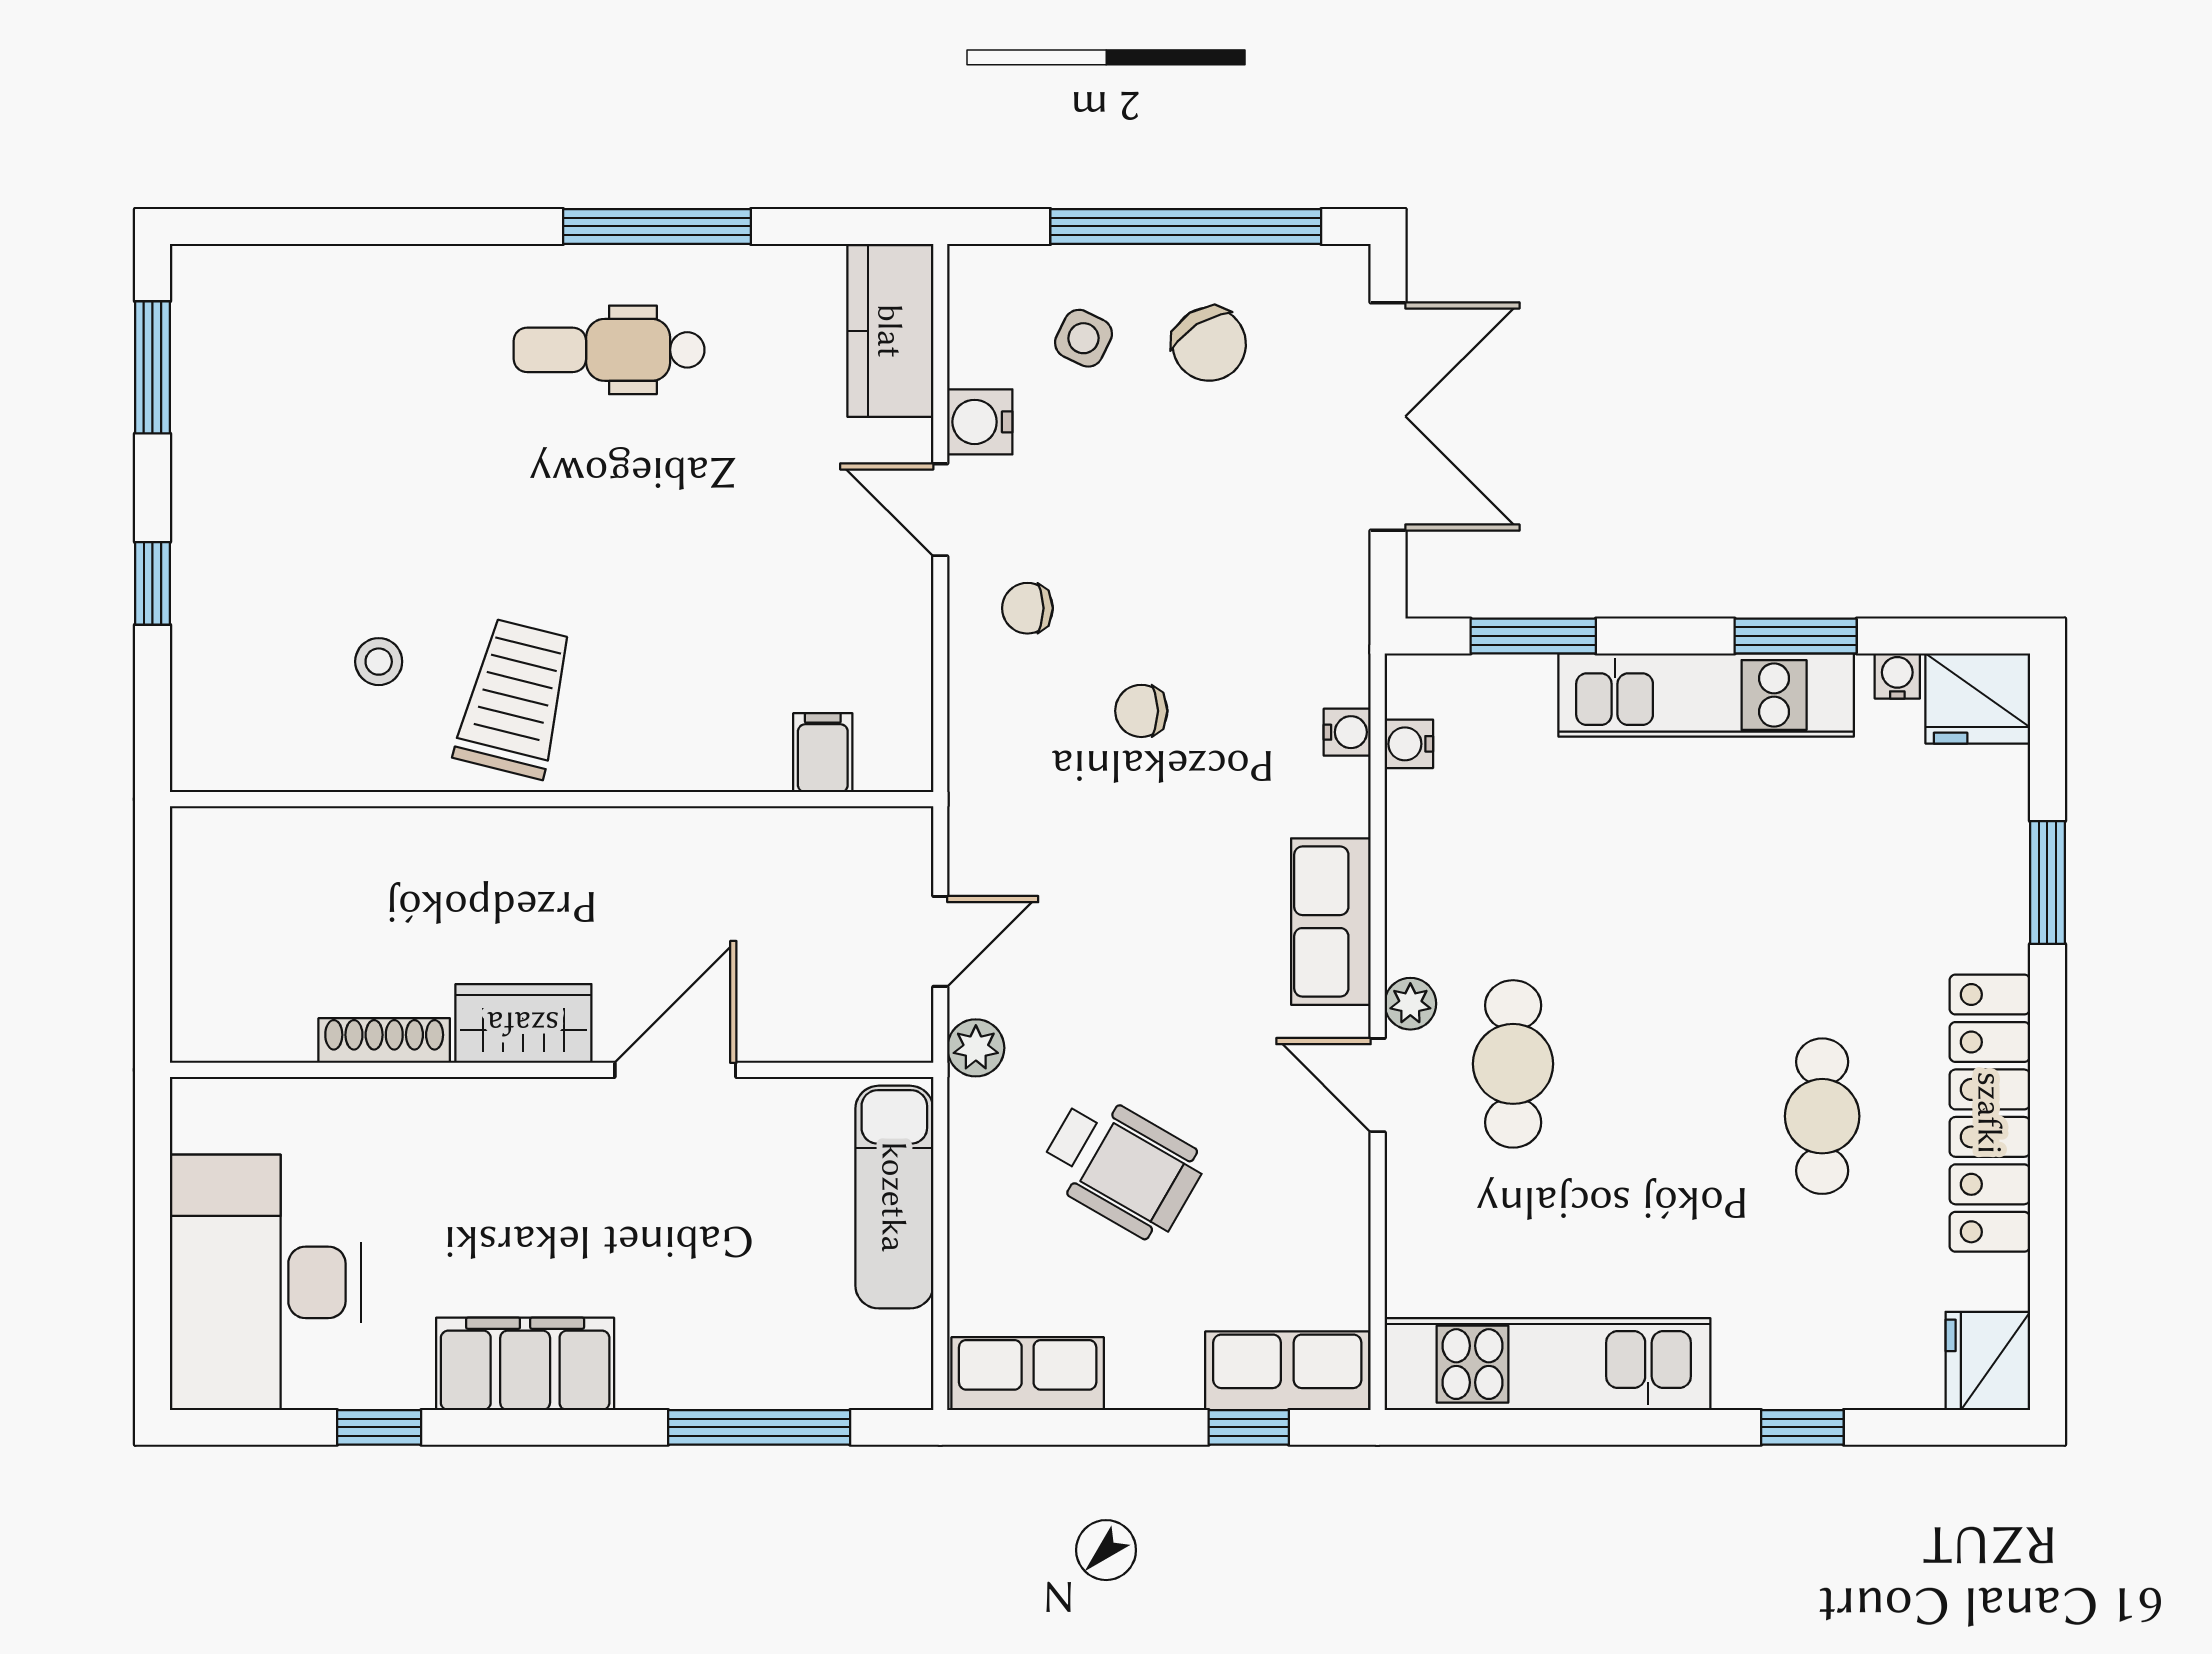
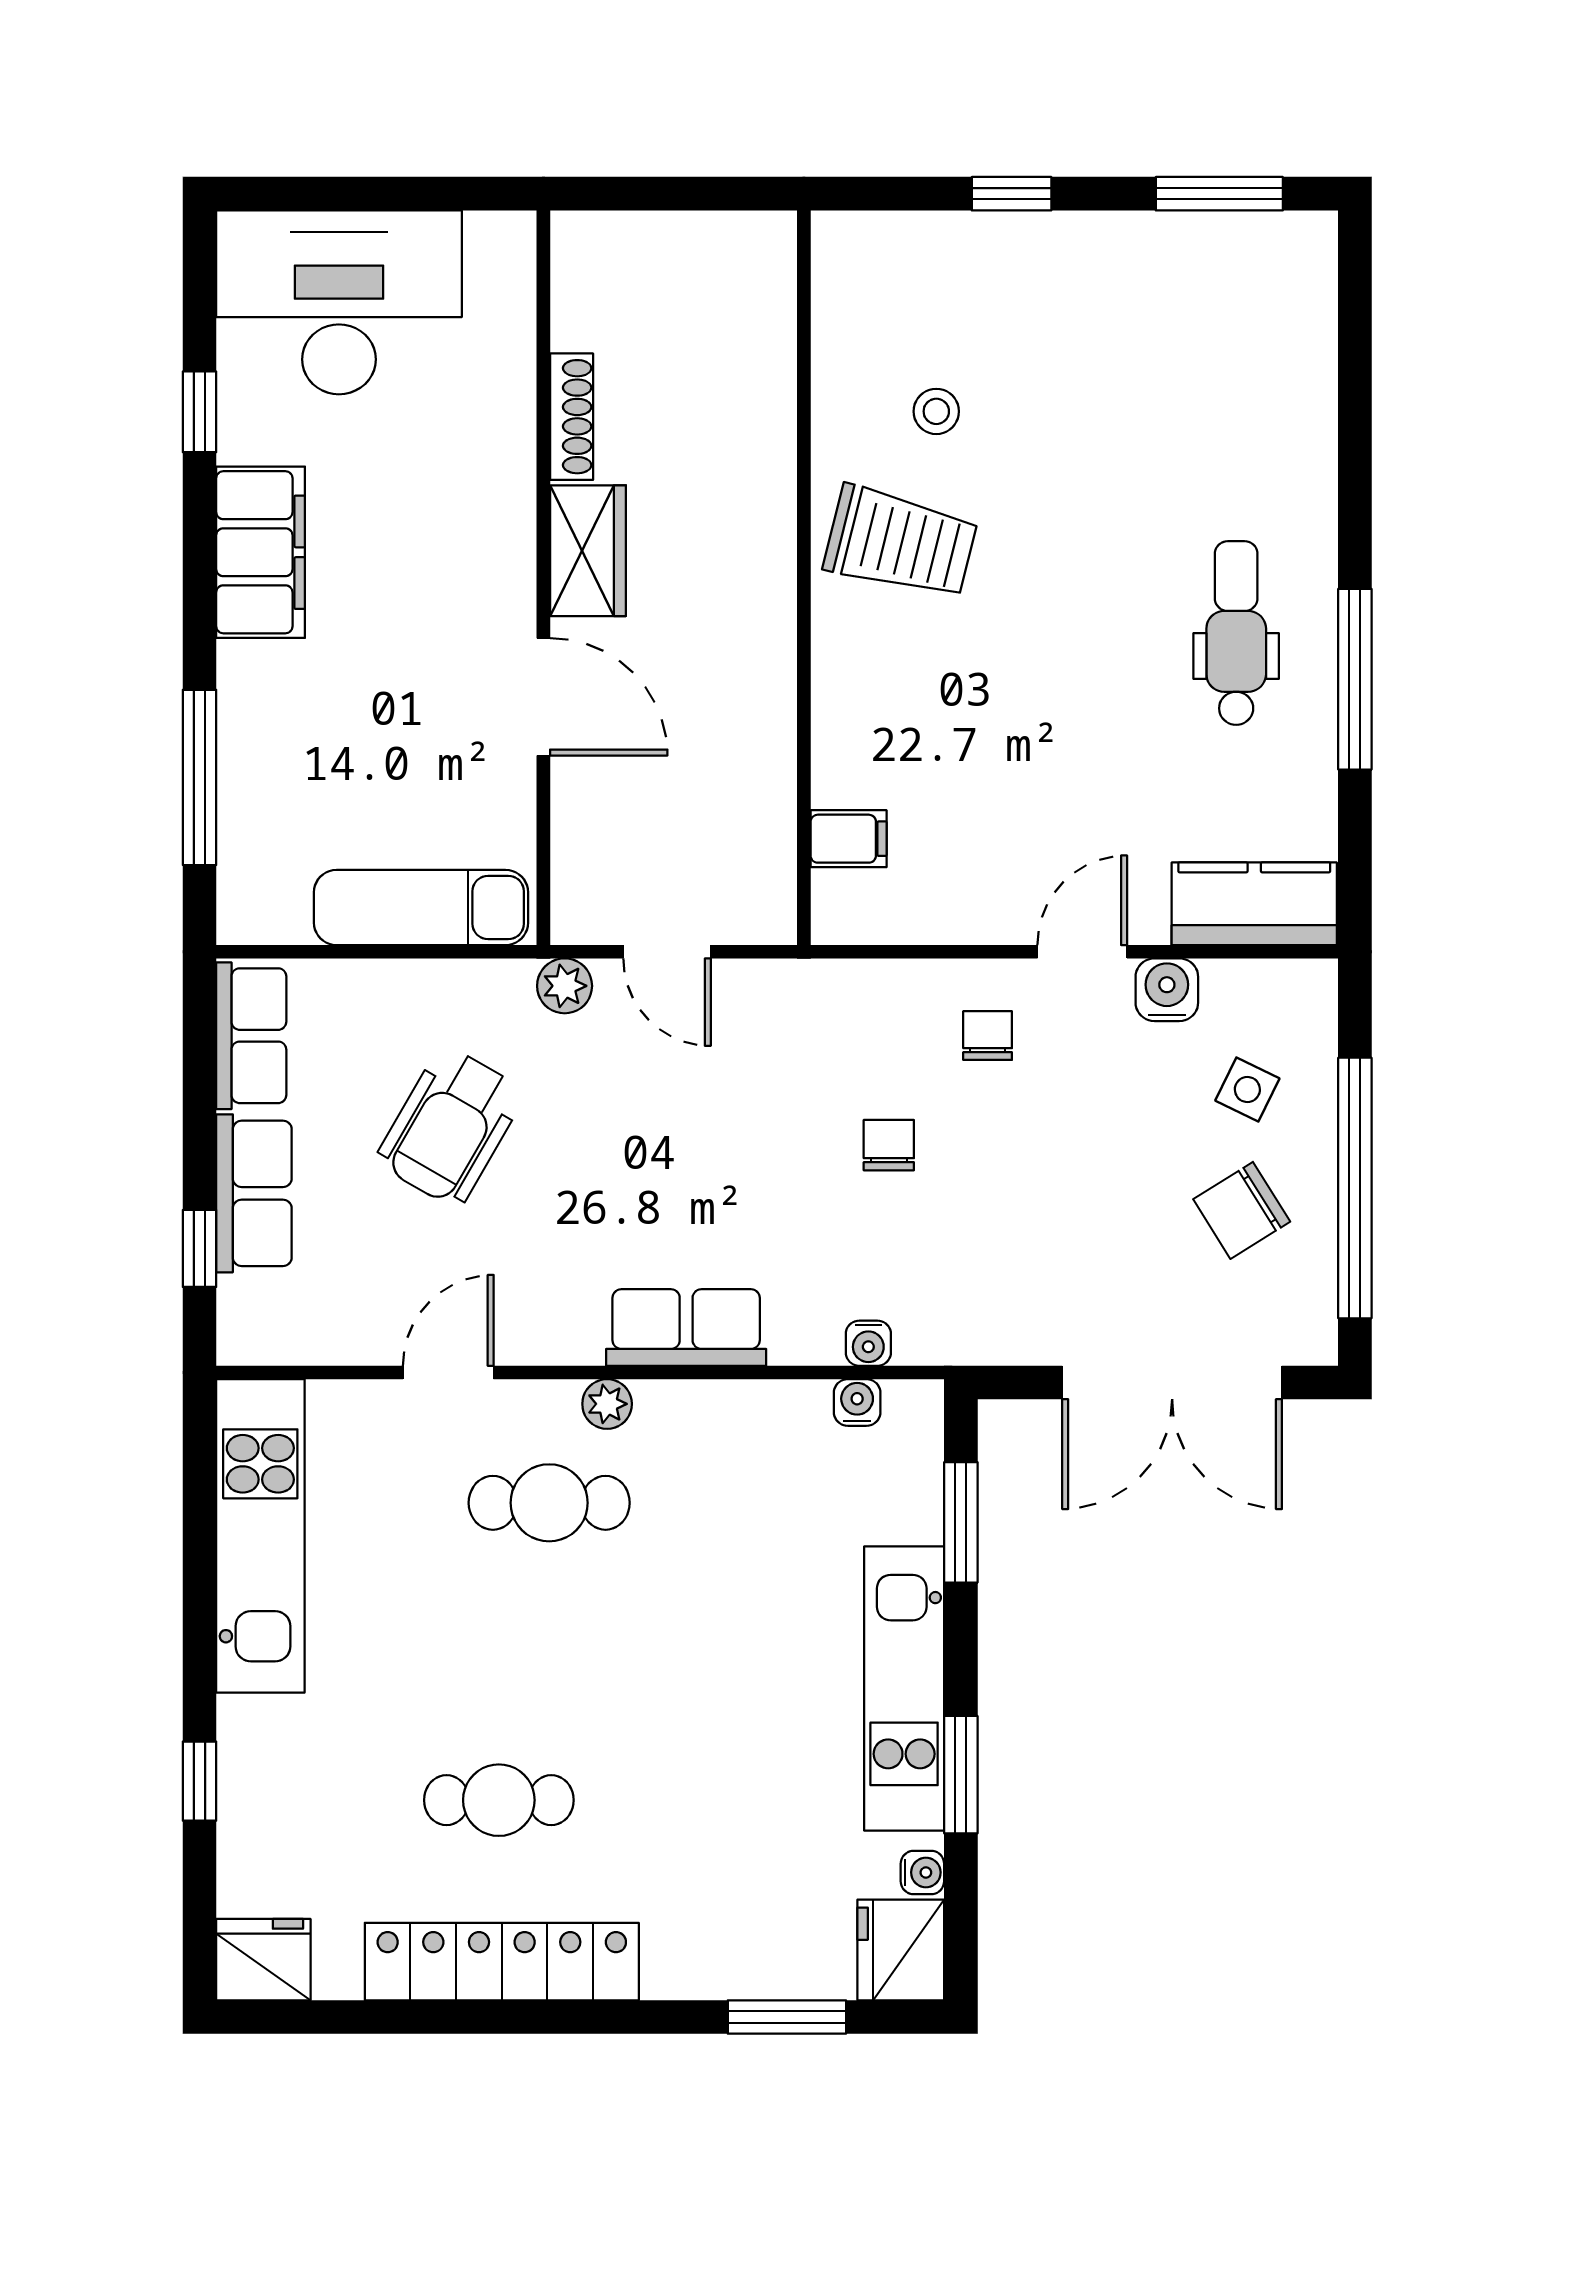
window: (2047, 882) -> (787, 2017), moved
door: (1378, 1085) -> (448, 1372), moved
row of seats: (1287, 1371) -> (254, 1193), moved

